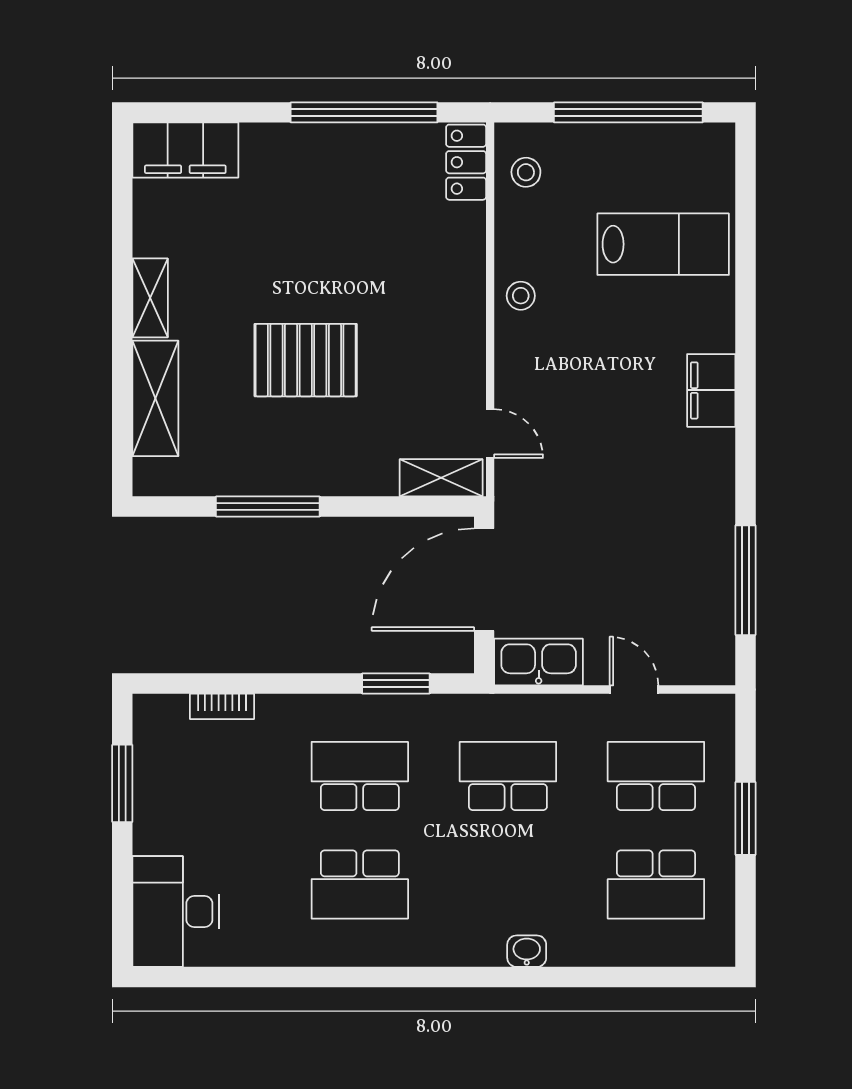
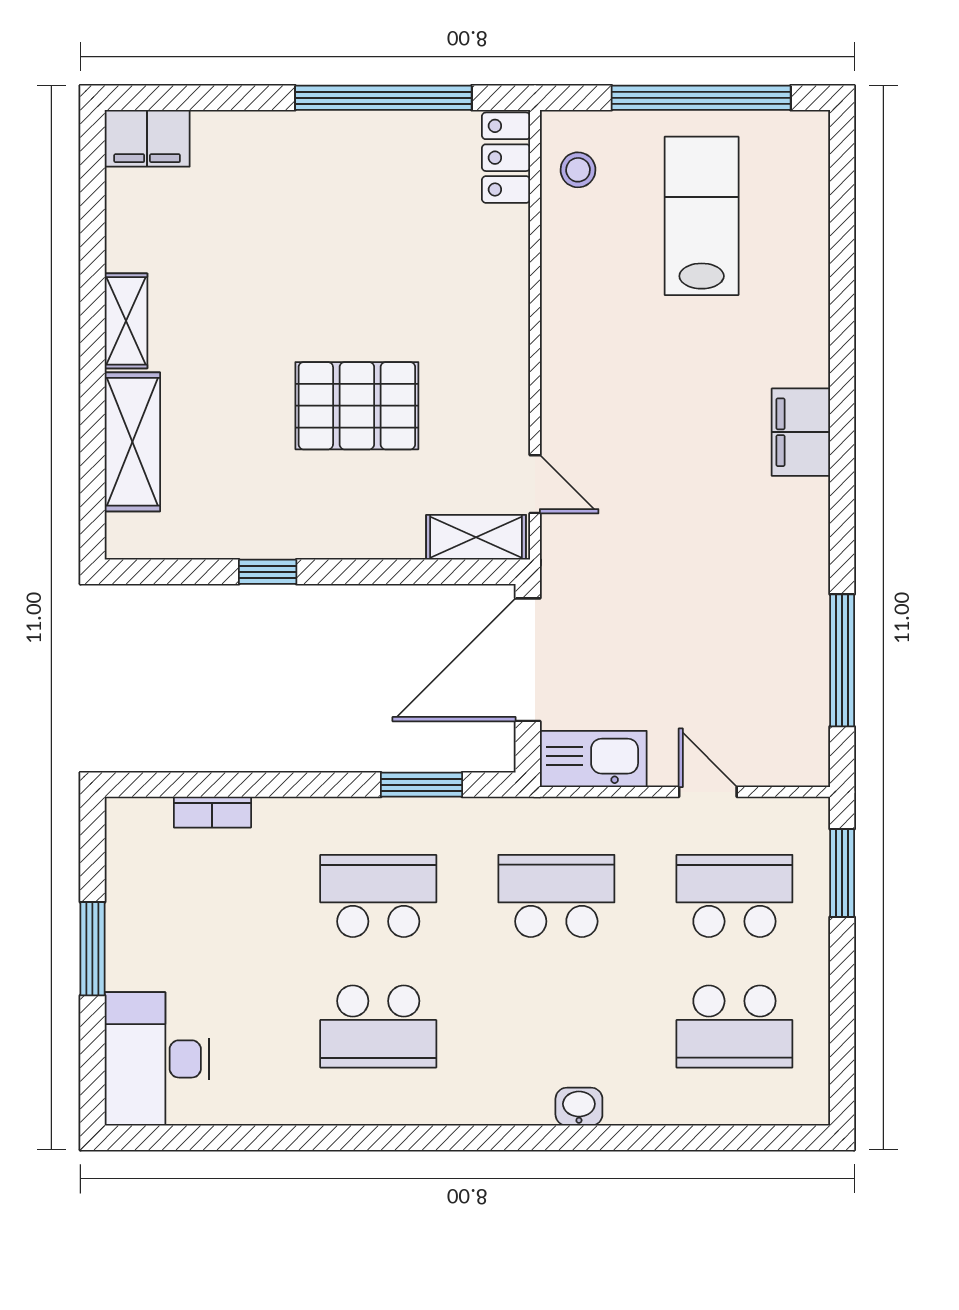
filing cabinet: (185, 150) -> (147, 138), width x0.67, depth x0.86
lab bench: (663, 244) -> (702, 216), moved, turned -90
stool: (521, 296) -> (572, 318), removed
pallet: (306, 360) -> (357, 406), moved
window: (268, 507) -> (268, 572), width x0.46
window: (122, 783) -> (92, 949), moved
window: (746, 818) -> (842, 873), moved

